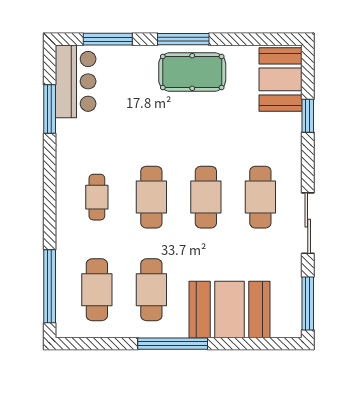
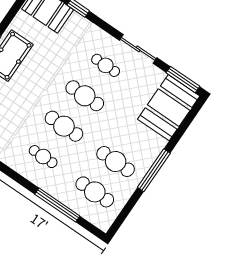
cafe table: (260, 197) -> (106, 65), width x0.73, depth x0.74
window: (50, 286) -> (57, 205), moved
booth: (230, 310) -> (169, 108), moved

